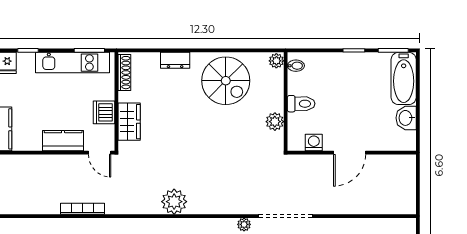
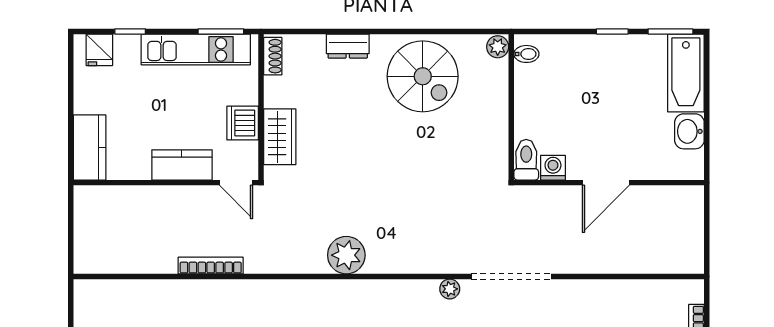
shoe rack: (124, 73) -> (273, 56), width x0.70
toilet: (301, 104) -> (526, 160), moved, turned -90
plant: (275, 122) -> (495, 137), removed

